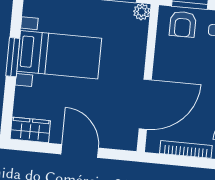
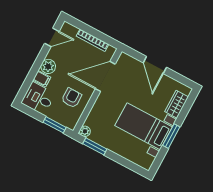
armchair: (183, 24) -> (72, 98), moved
wardrobe: (30, 130) -> (177, 104), moved, turned 90

